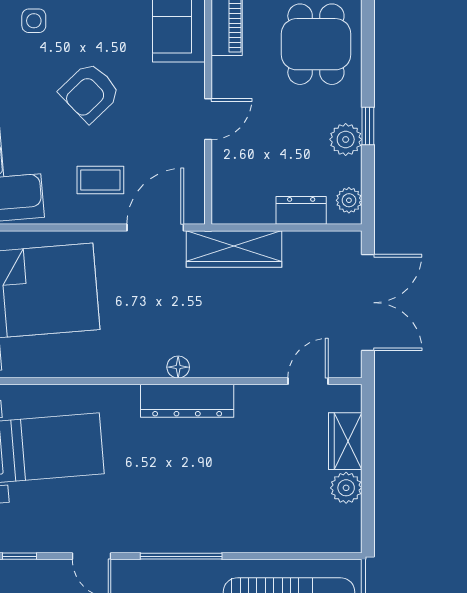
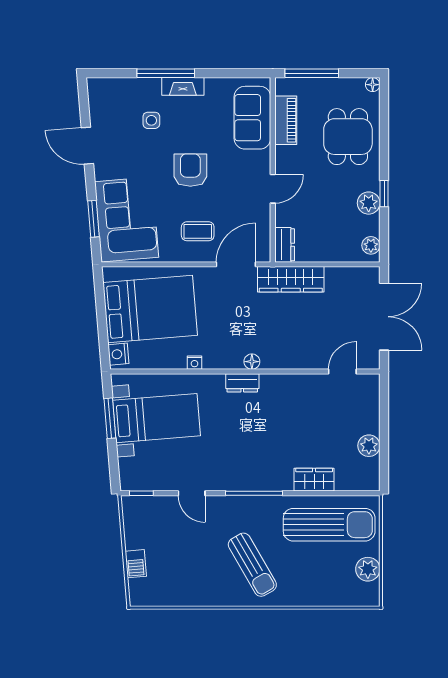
armchair: (90, 92) -> (190, 170), turned 134
dresser: (301, 210) -> (285, 245), moved, turned 90
nightstand: (96, 368) -> (194, 363), added
dresser: (187, 401) -> (242, 383), width x0.51, depth x0.80
wardrobe: (345, 441) -> (314, 480), moved, turned 90

